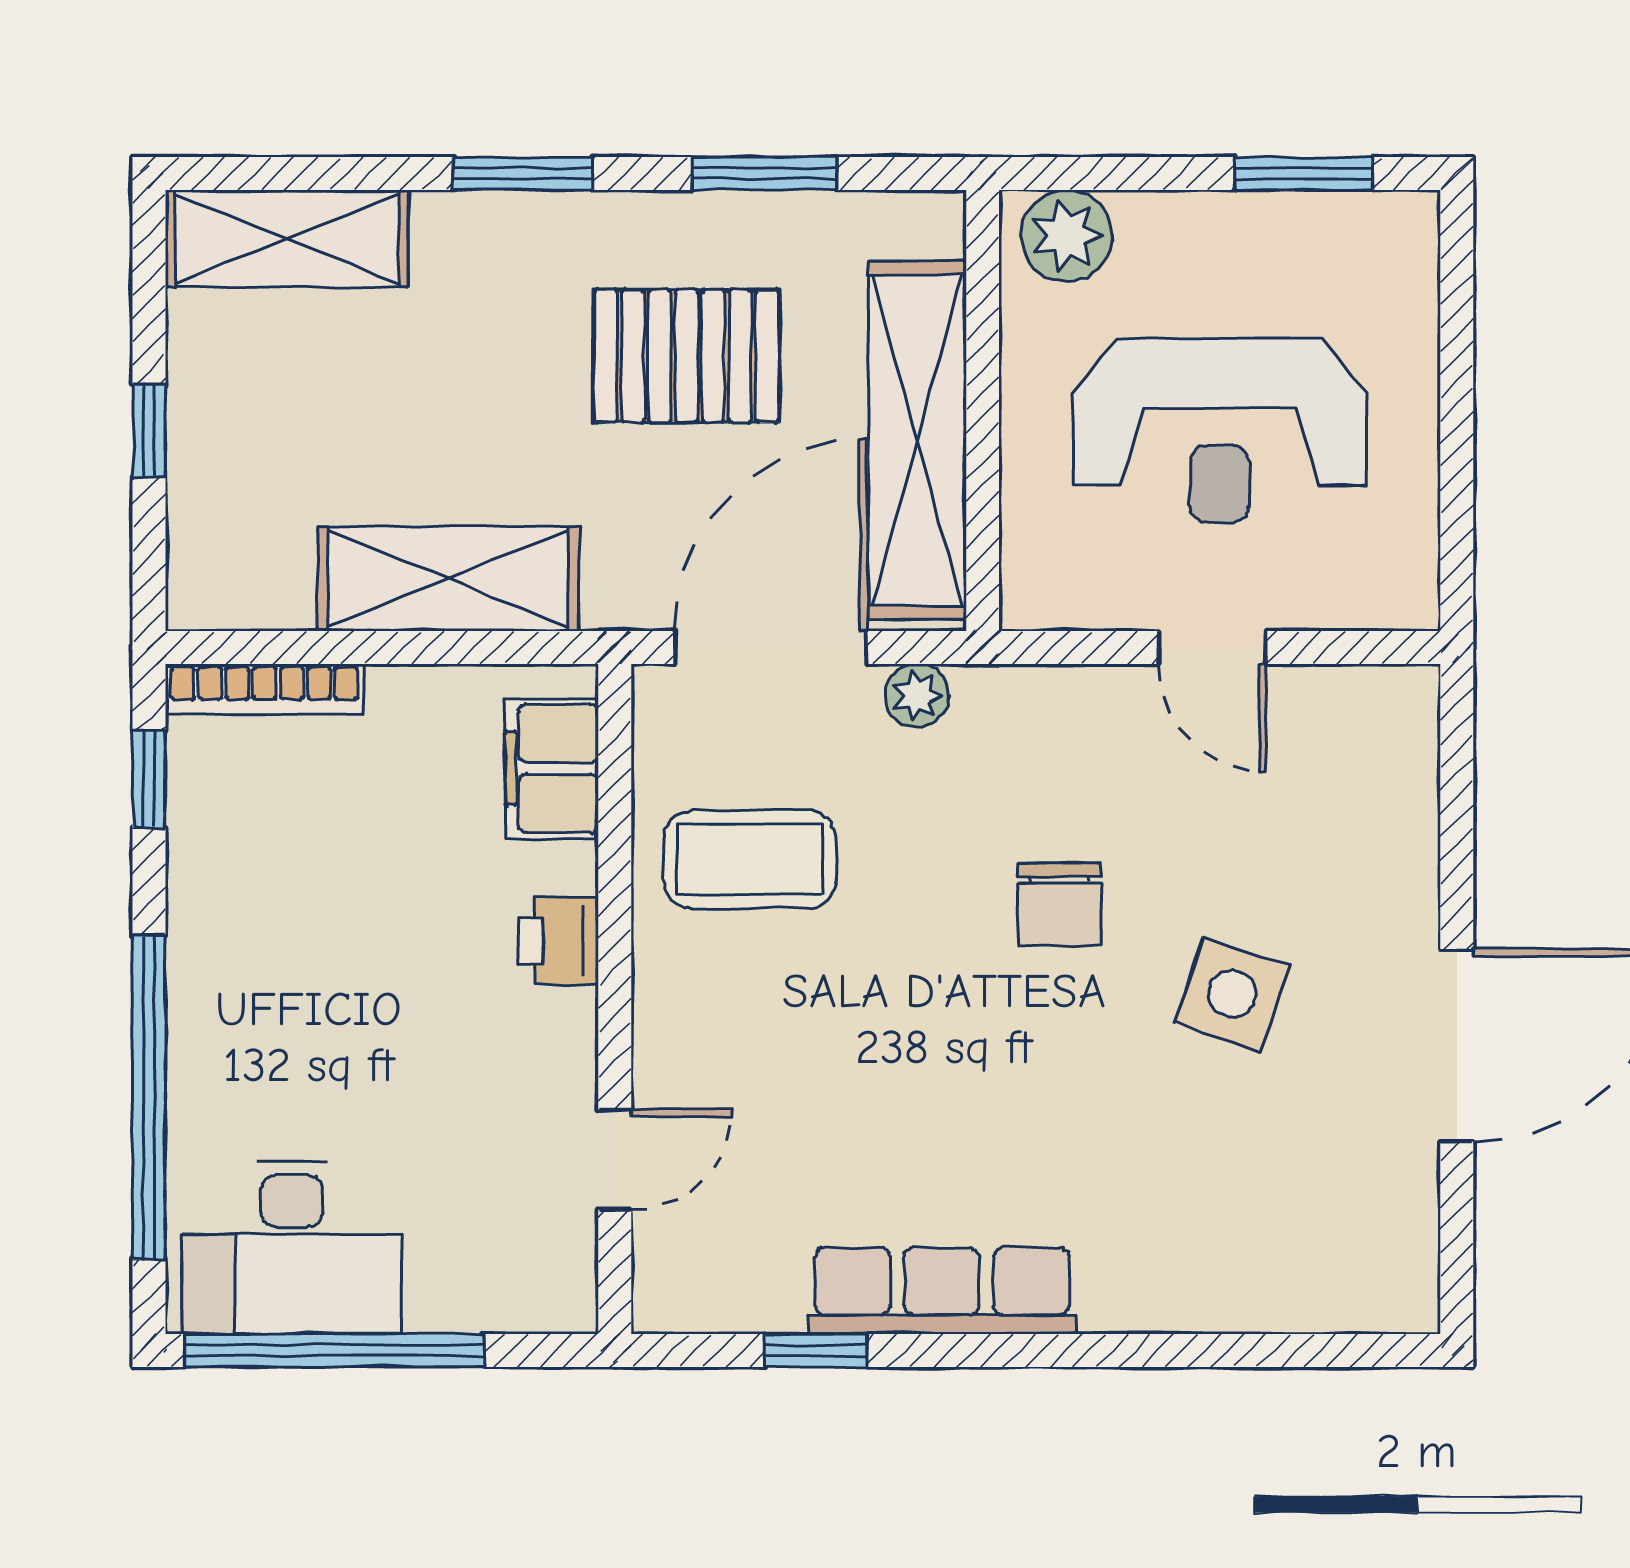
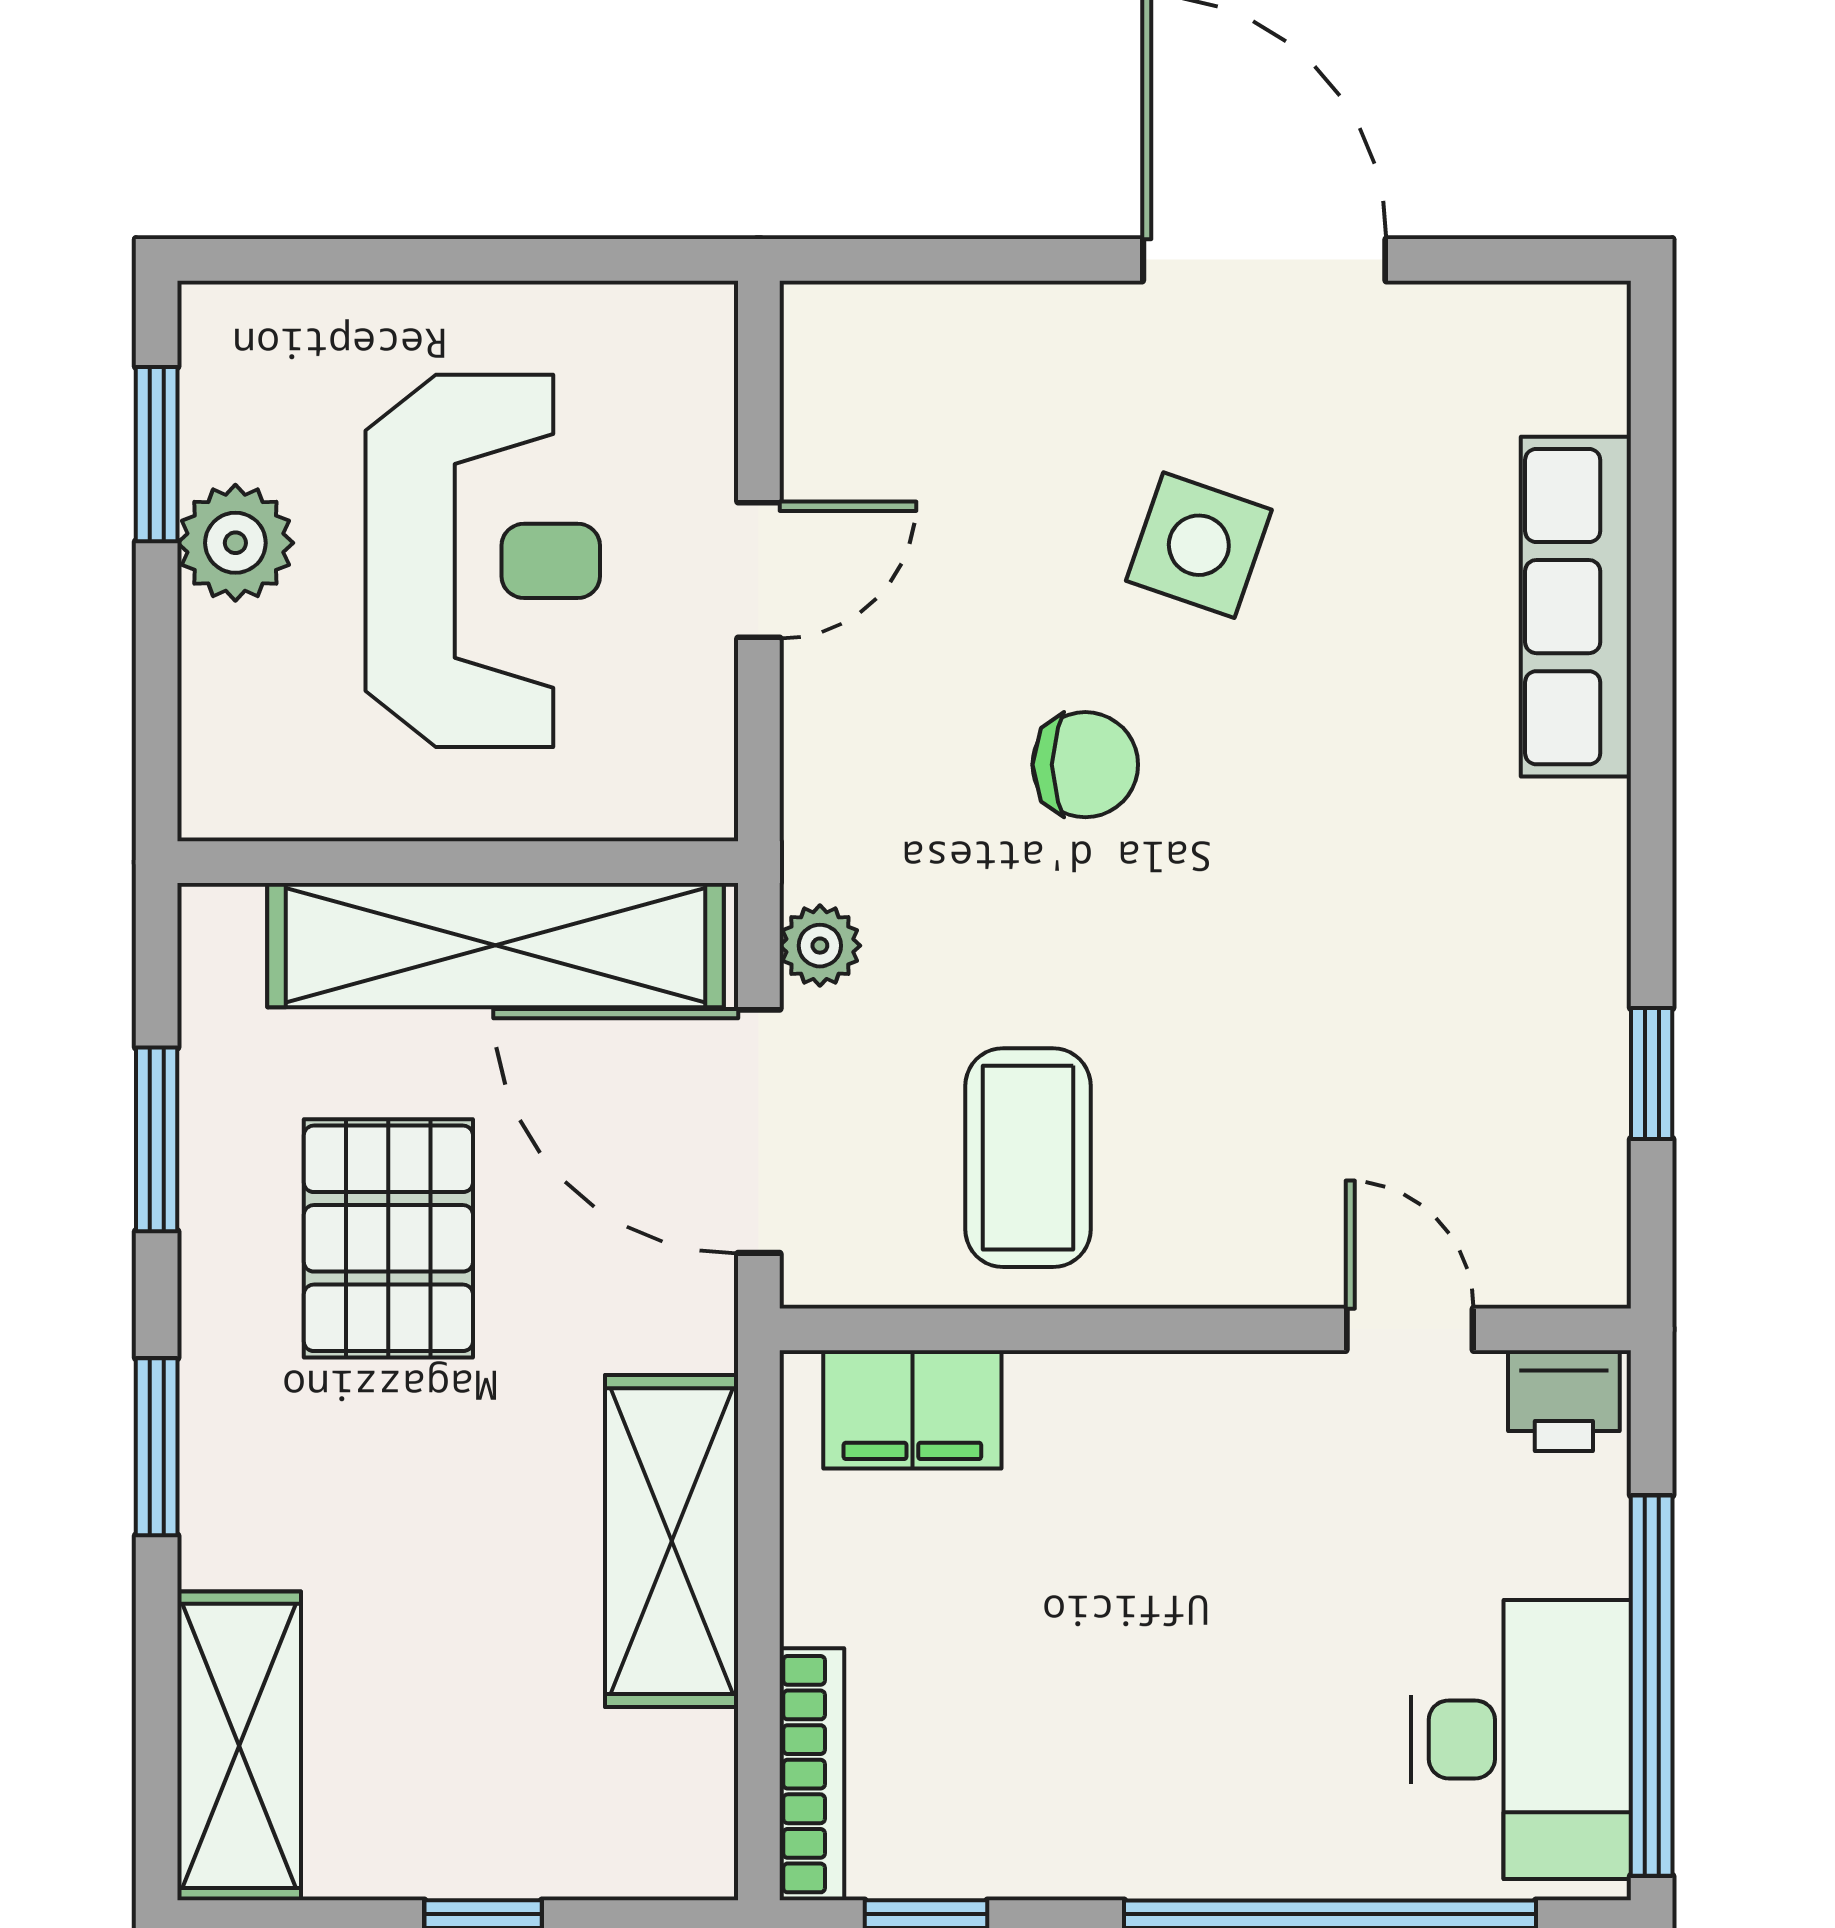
plant: (1067, 236) -> (235, 543), moved
printer: (559, 941) -> (1564, 1401), moved
row of seats: (942, 1291) -> (1576, 607), moved

